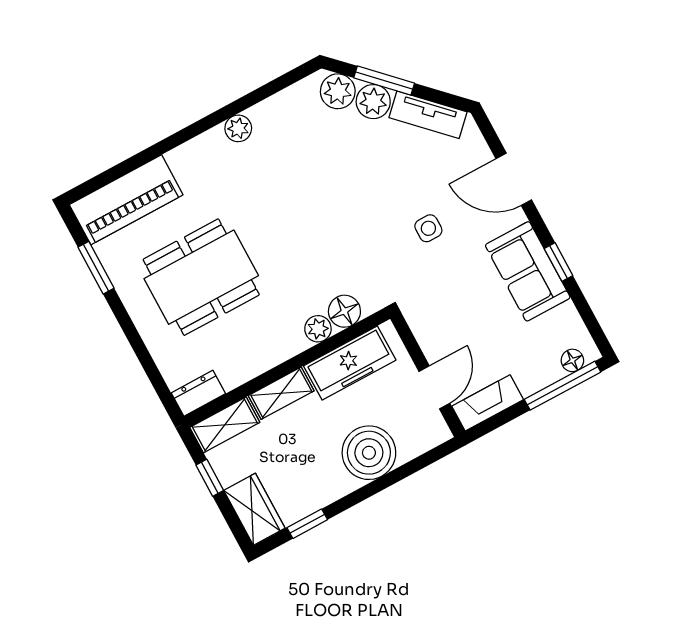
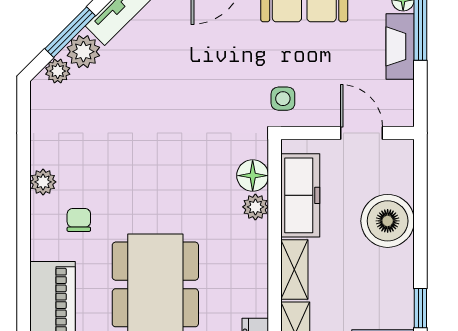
plant: (338, 91) -> (58, 71), width x0.73, depth x0.73
chair: (222, 178) -> (79, 220), added
side table: (428, 228) -> (283, 99), moved
fireplace: (488, 403) -> (400, 46), moved

